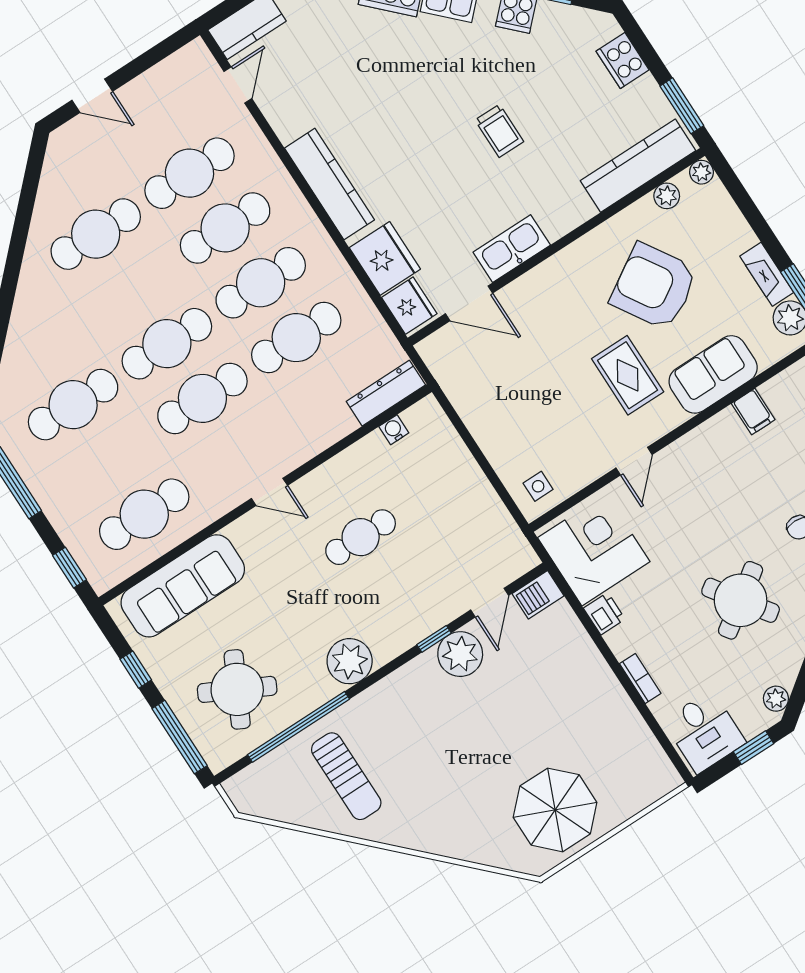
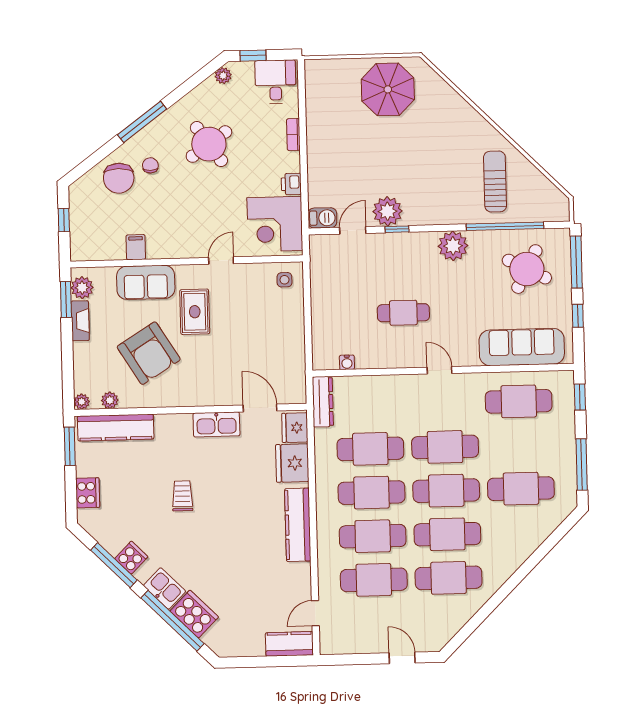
cafe table: (131, 289) -> (447, 534), added
dresser: (386, 393) -> (323, 402), moved, turned -90

